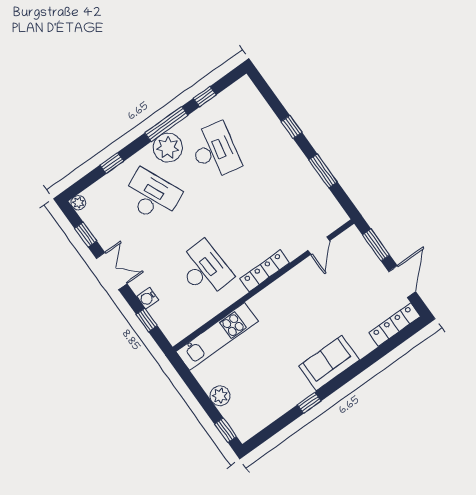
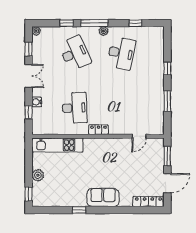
window: (166, 124) -> (94, 23), moved
plant: (168, 148) -> (103, 31), width x0.53, depth x0.53
locker: (265, 271) -> (99, 130), width x0.66

